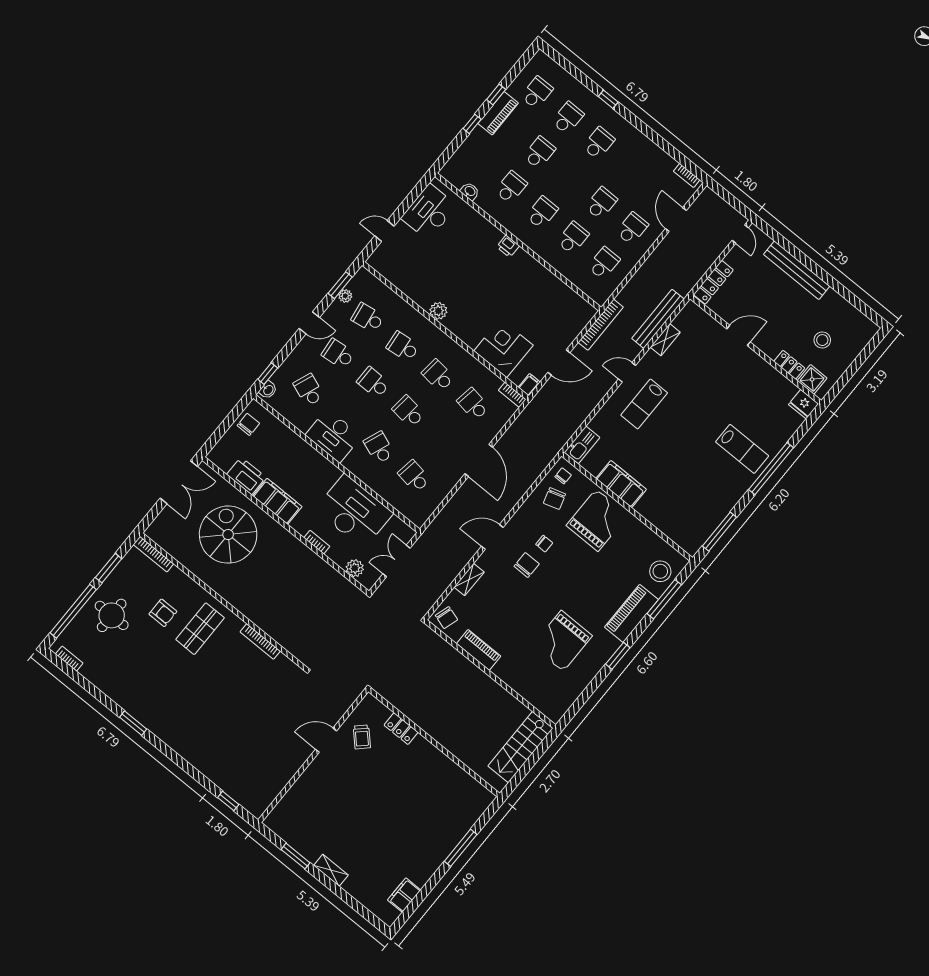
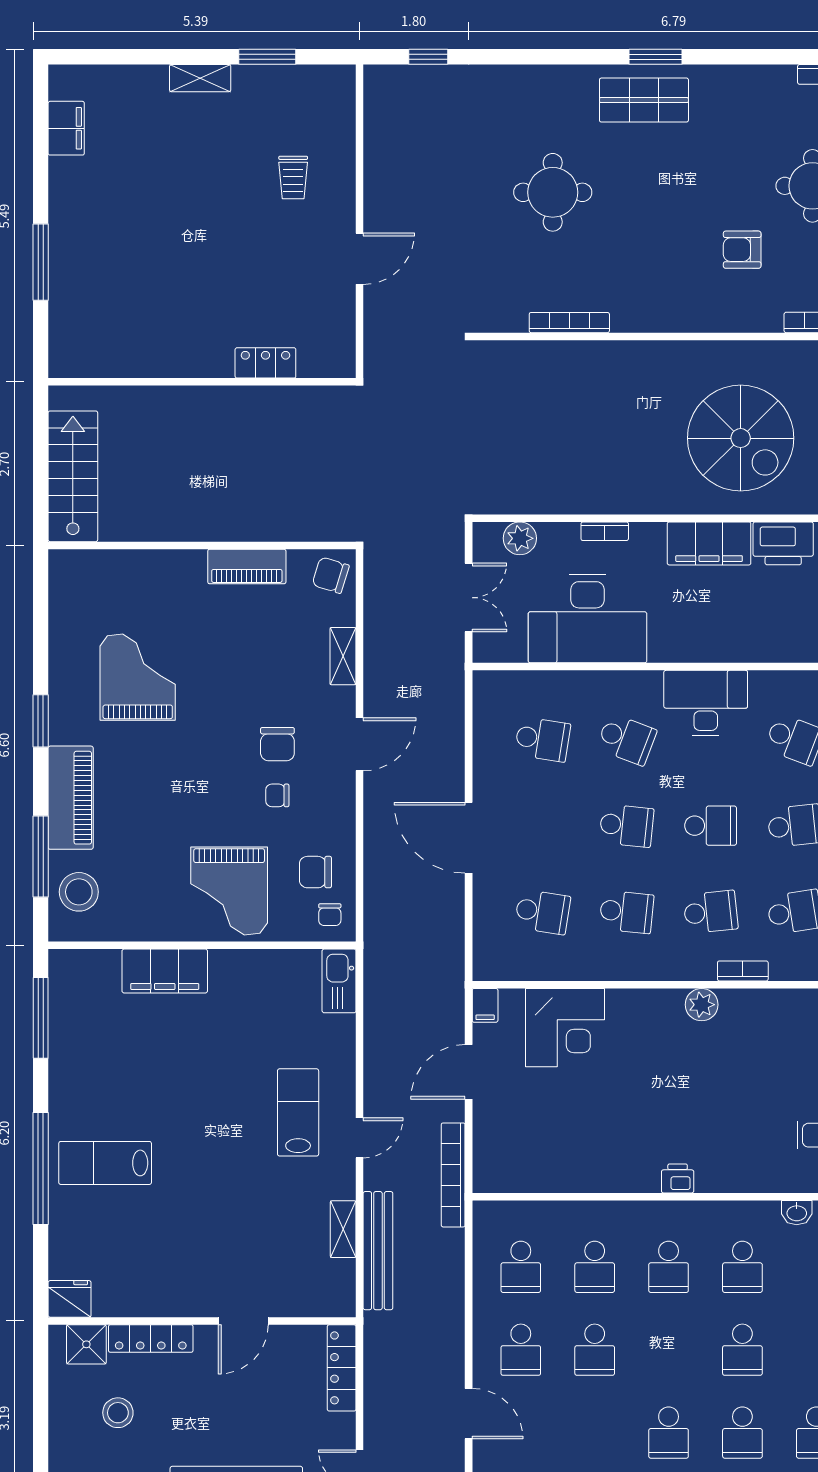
locker: (789, 365) -> (151, 1339), width x1.53
bookcase: (512, 395) -> (743, 971), moved
filing cabinet: (621, 484) -> (165, 971), moved
chair: (555, 499) -> (315, 872), turned -73
shop shelf: (200, 629) -> (644, 100), moved, turned 90
round table: (223, 702) -> (553, 192), added
trolley: (362, 737) -> (293, 178), moved, turned -136

